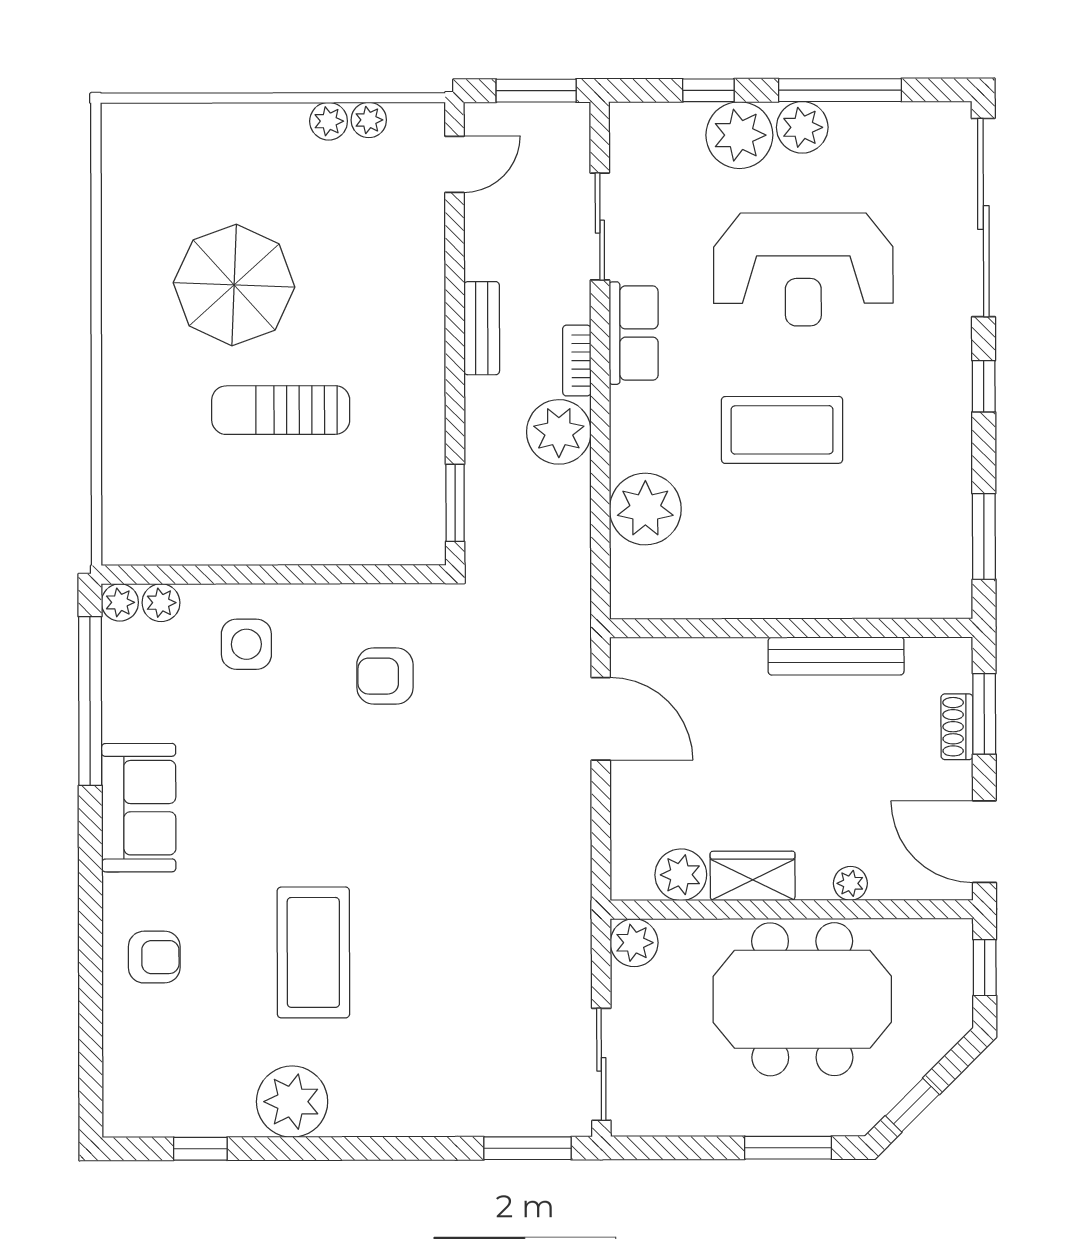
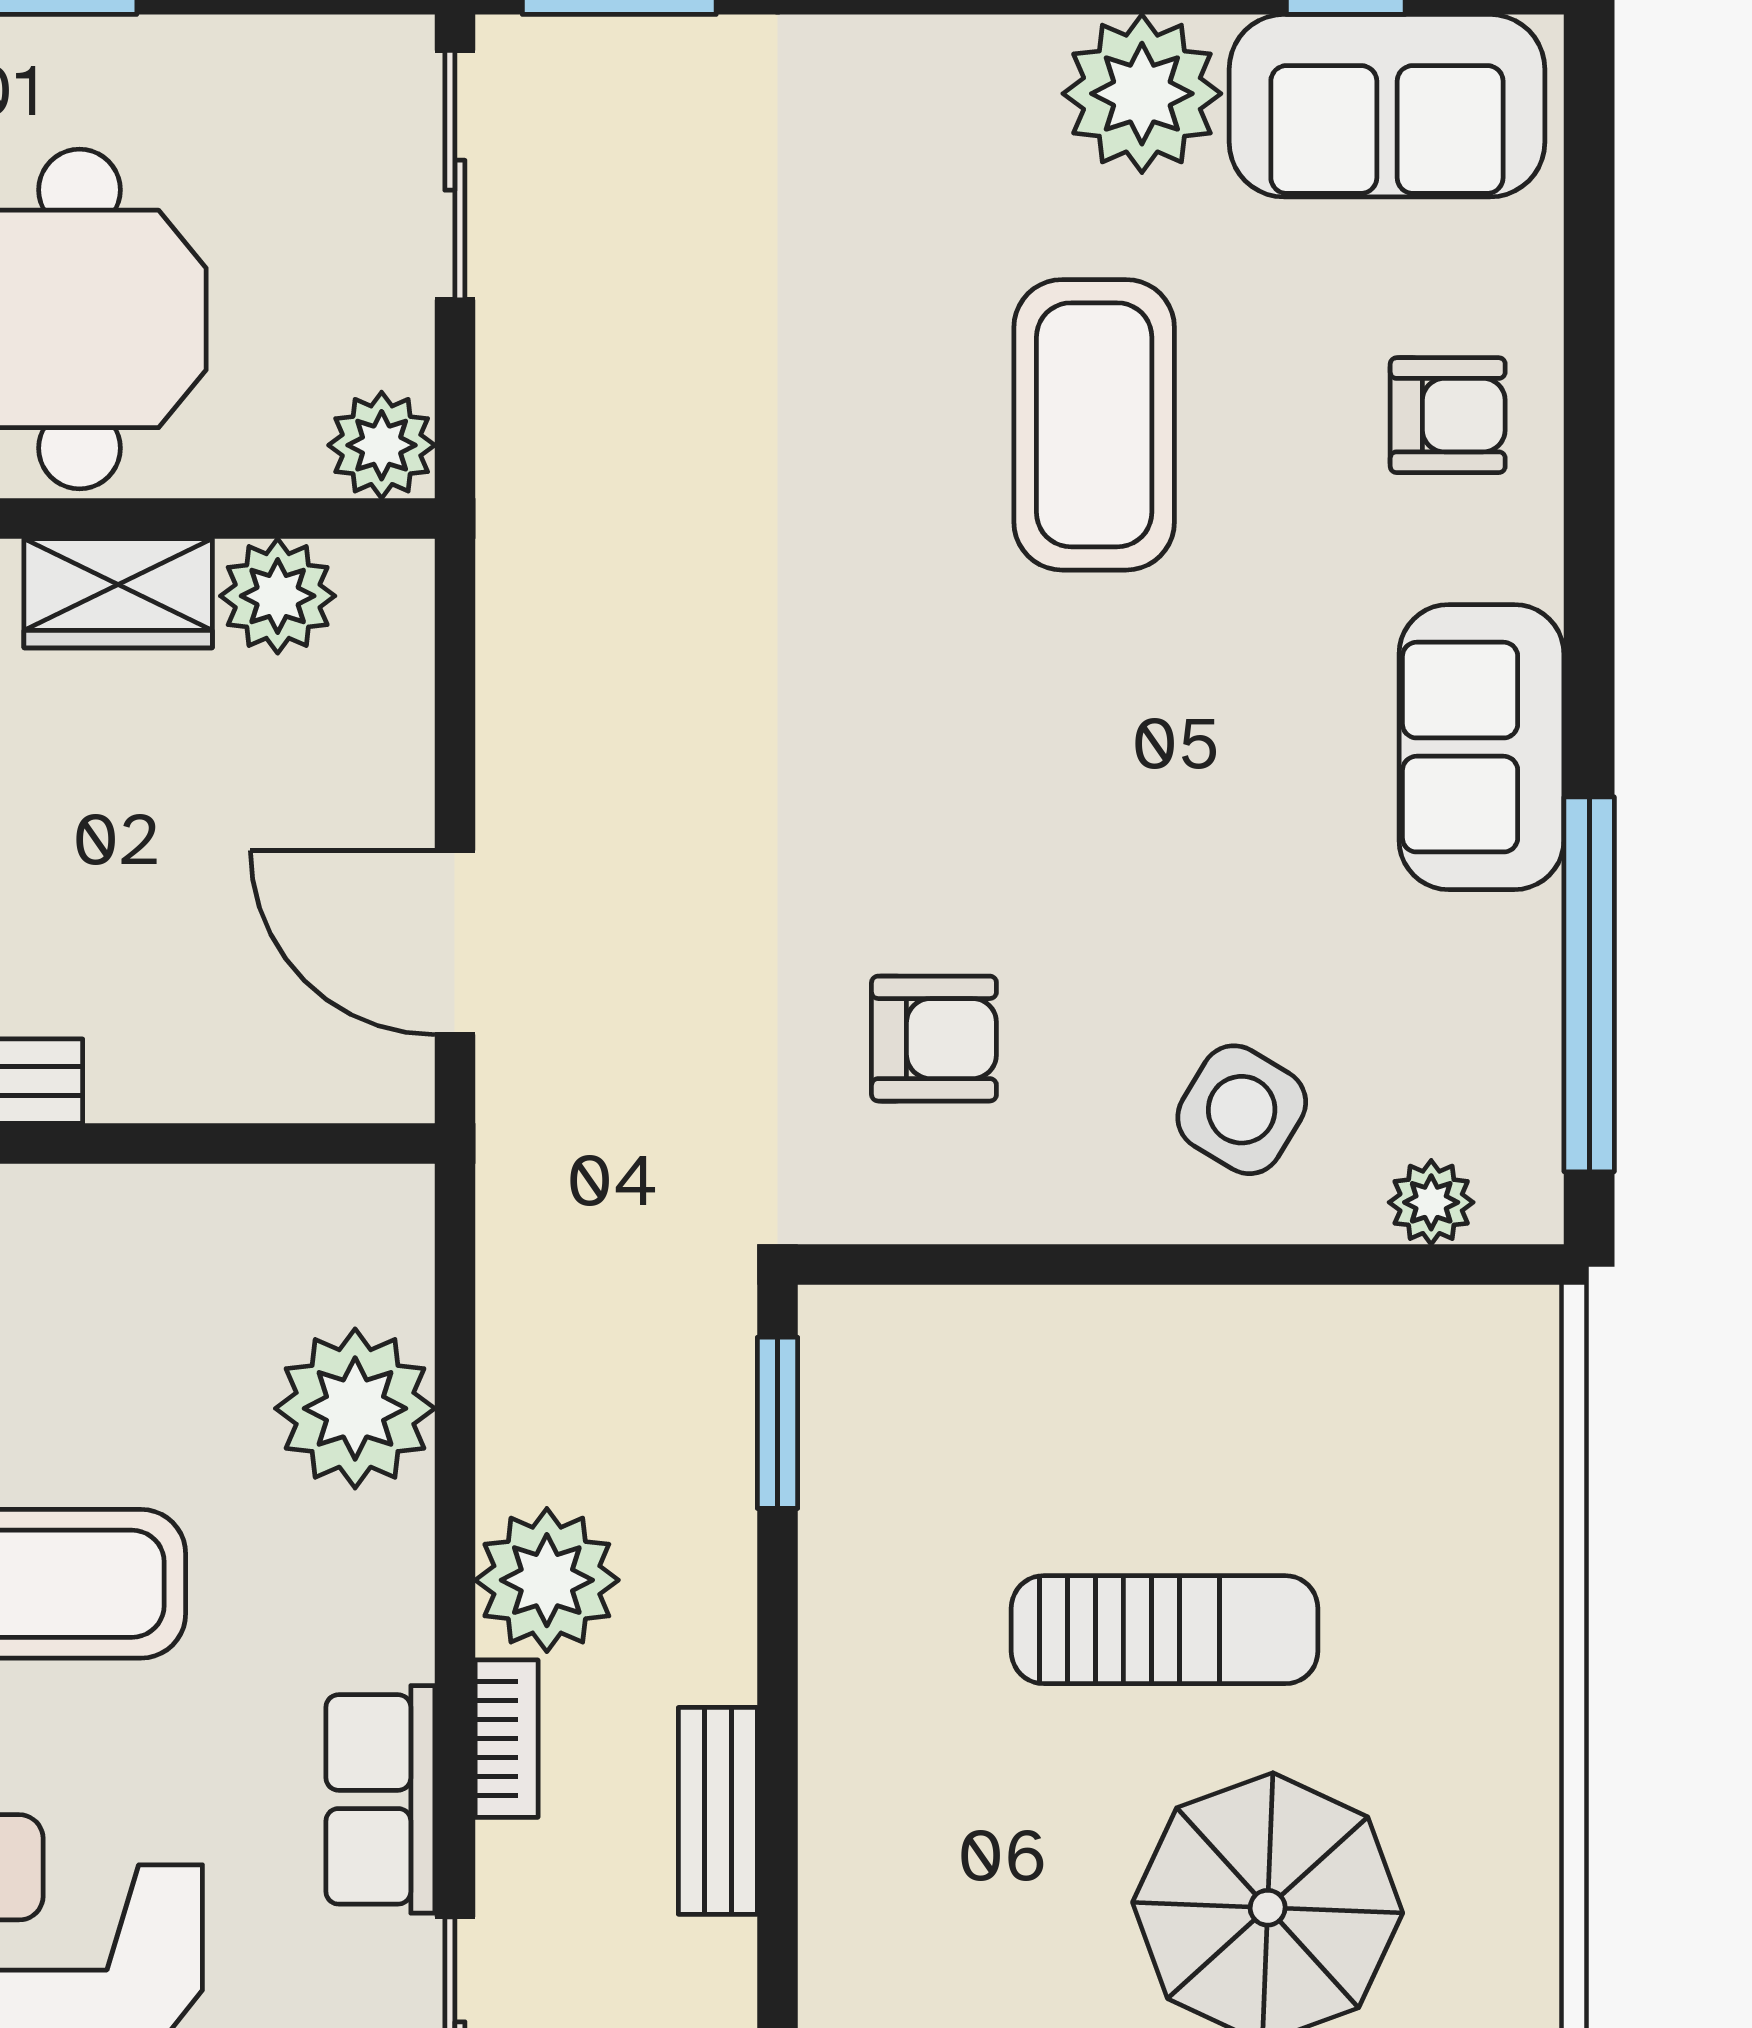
plant: (120, 602) -> (1523, 1203), removed
side table: (246, 644) -> (1242, 1110), turned 31
armchair: (154, 957) -> (1448, 415), turned 180
sofa: (182, 1096) -> (1387, 106), added

